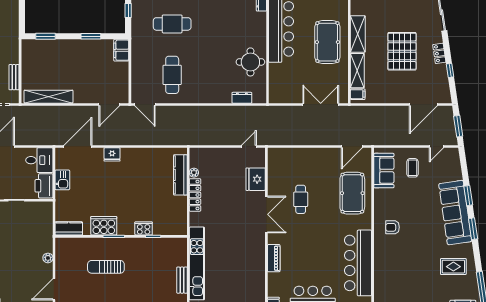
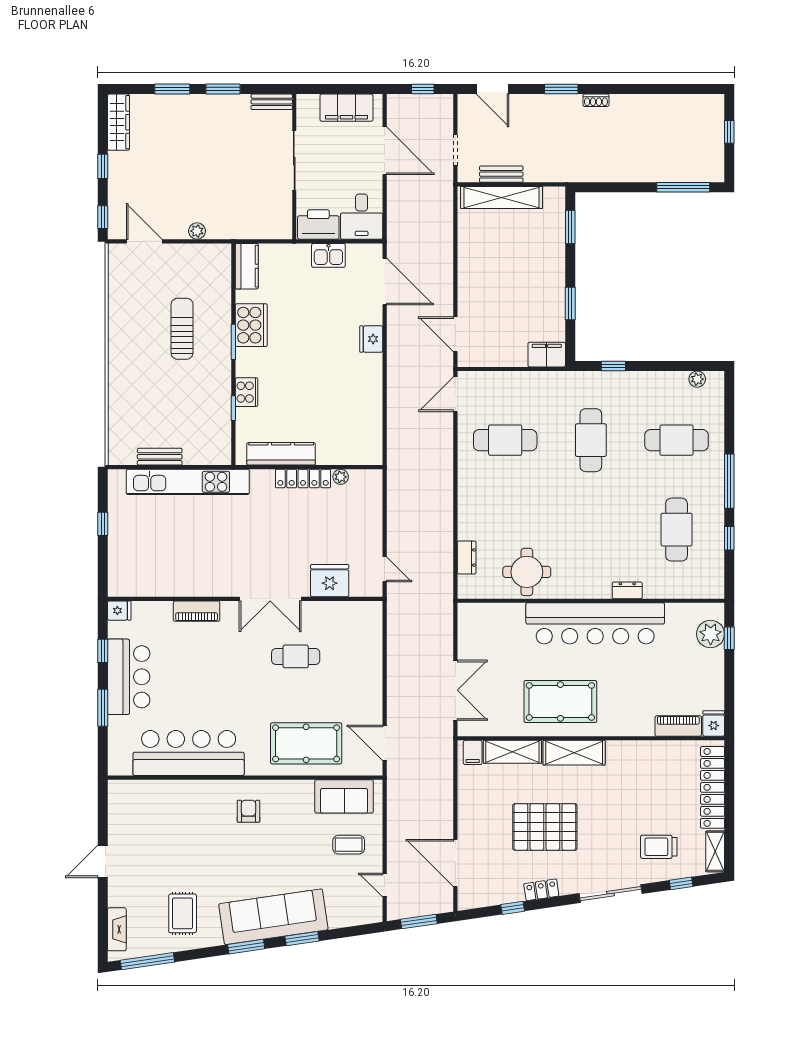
shelving: (48, 97) -> (502, 197), moved, turned 90
kitchen counter: (180, 175) -> (281, 454), moved

